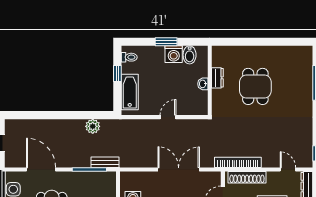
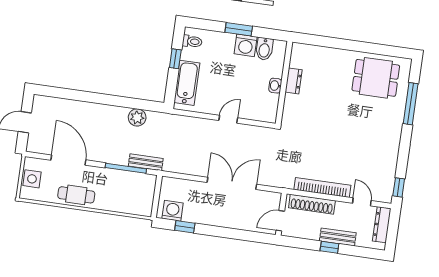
dining table: (255, 86) -> (376, 78), moved, turned 90
bookcase: (238, 162) -> (322, 187), moved

